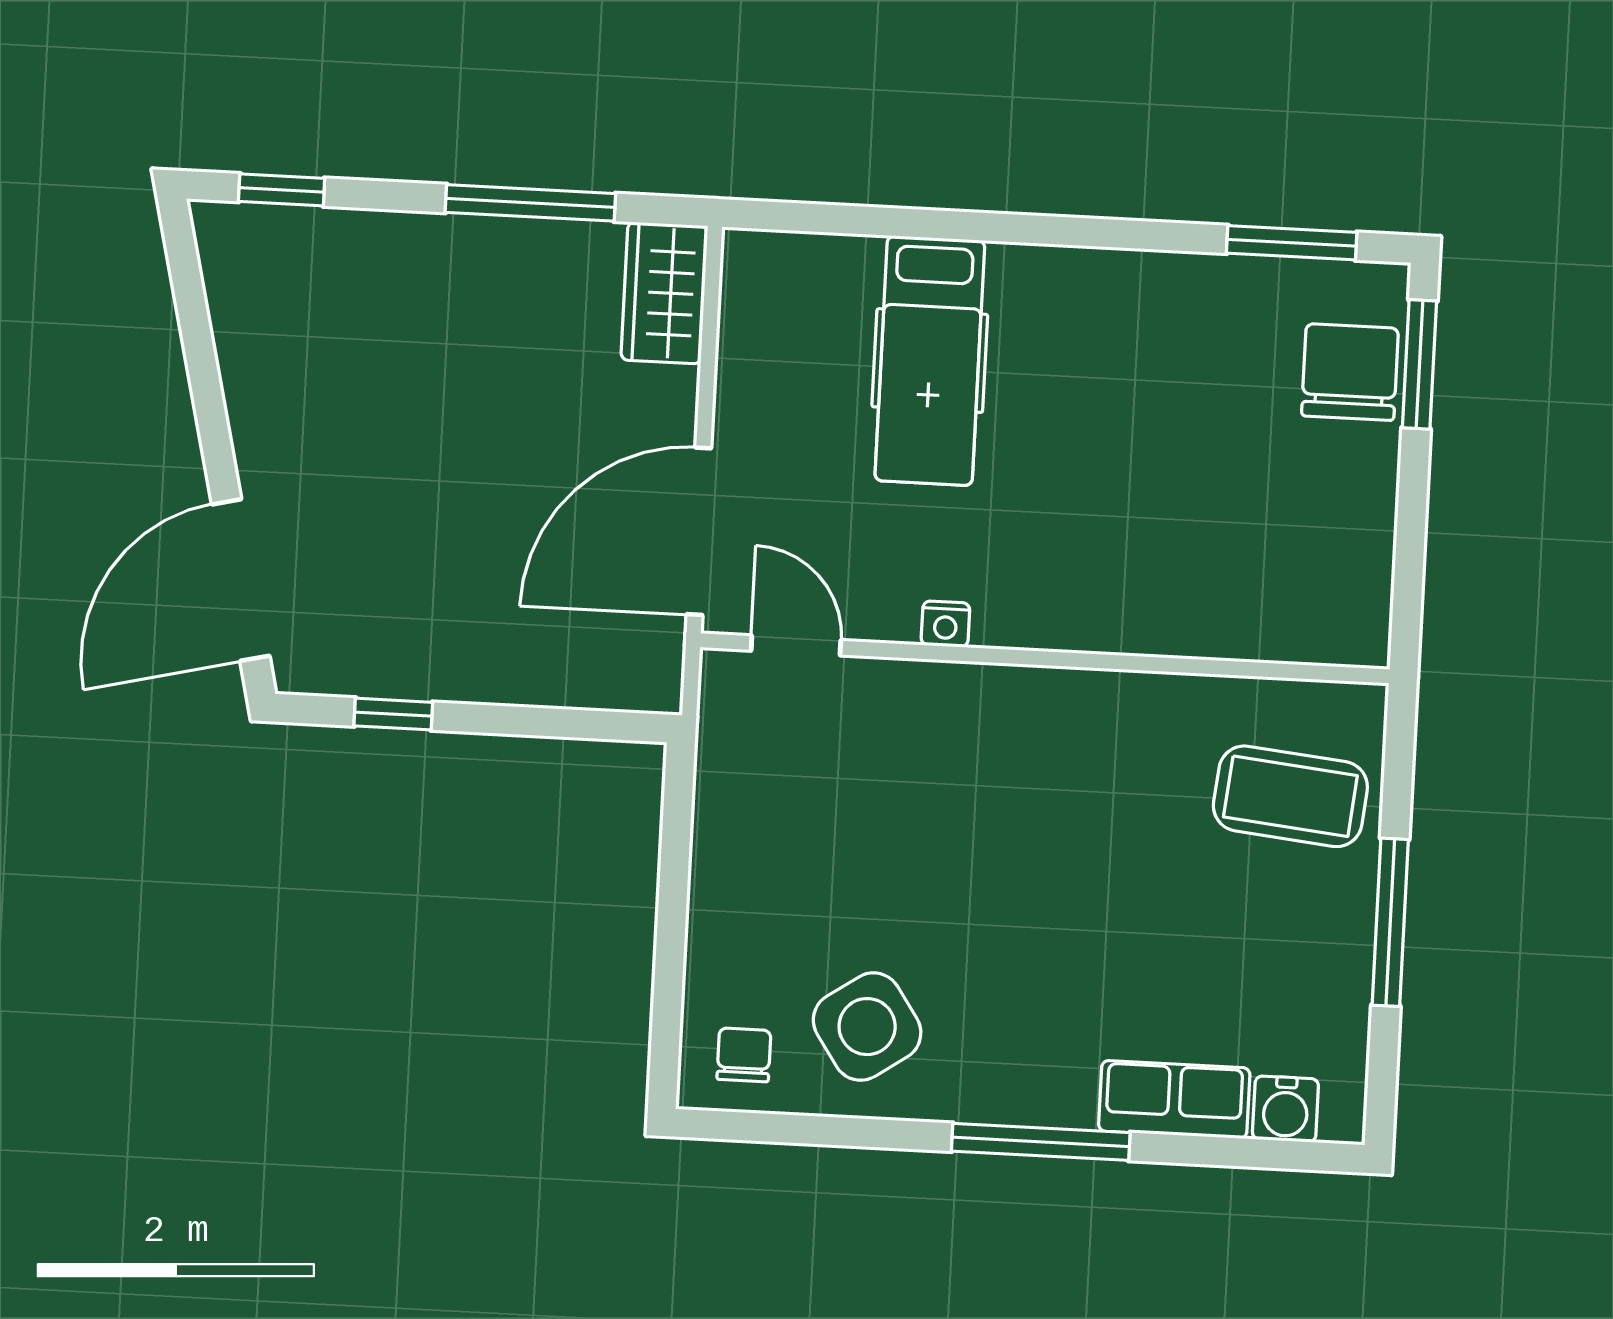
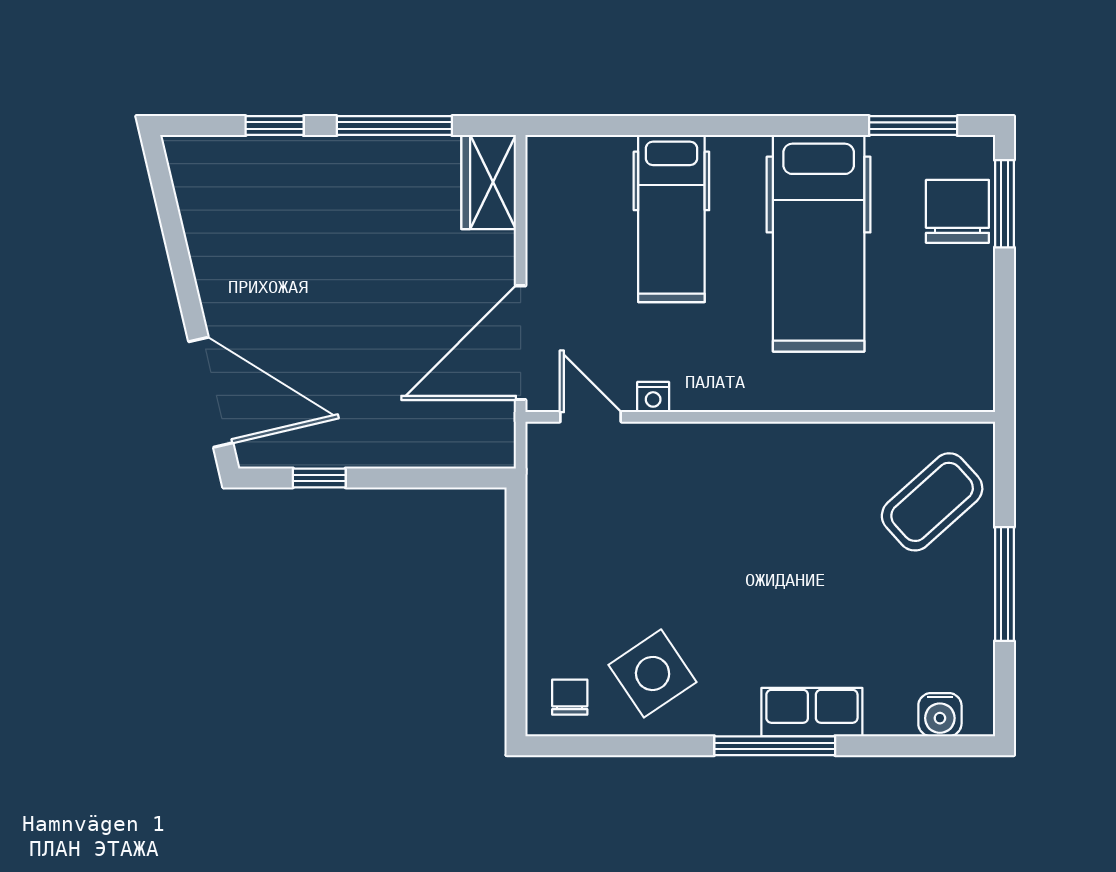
window: (282, 190) -> (275, 126), moved
hospital bed: (1144, 408) -> (819, 243), added
door: (241, 580) -> (211, 392), swing flipped
nightstand: (945, 624) -> (653, 397), moved
coffee table: (1290, 796) -> (932, 502), turned -48
row of seats: (1174, 1099) -> (812, 712), moved

